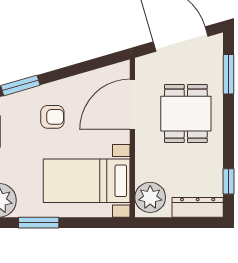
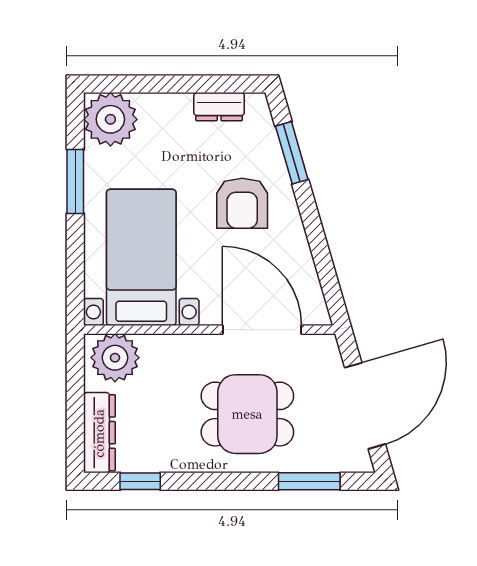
armchair: (52, 117) -> (242, 203), width x1.38, depth x1.38

